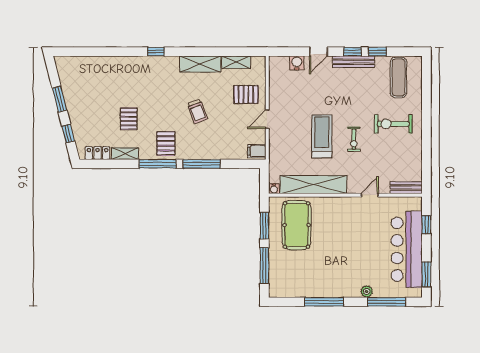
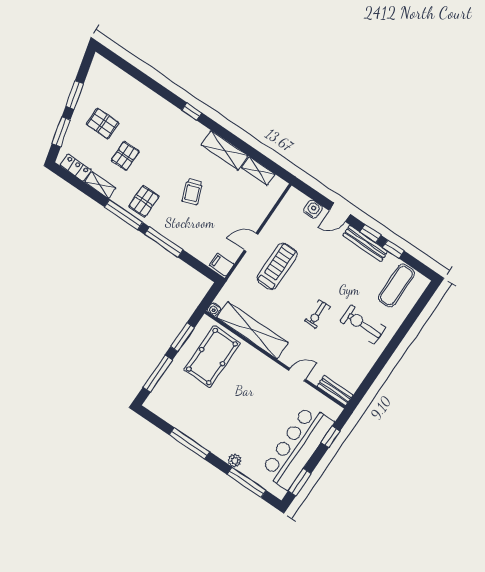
pallet: (246, 94) -> (103, 124), moved
window: (68, 133) -> (61, 132), width x1.50
treadmill: (322, 136) -> (277, 266), moved

